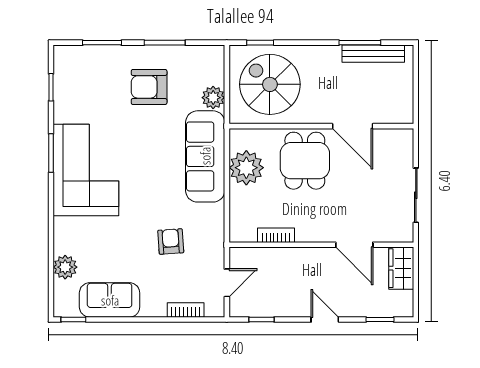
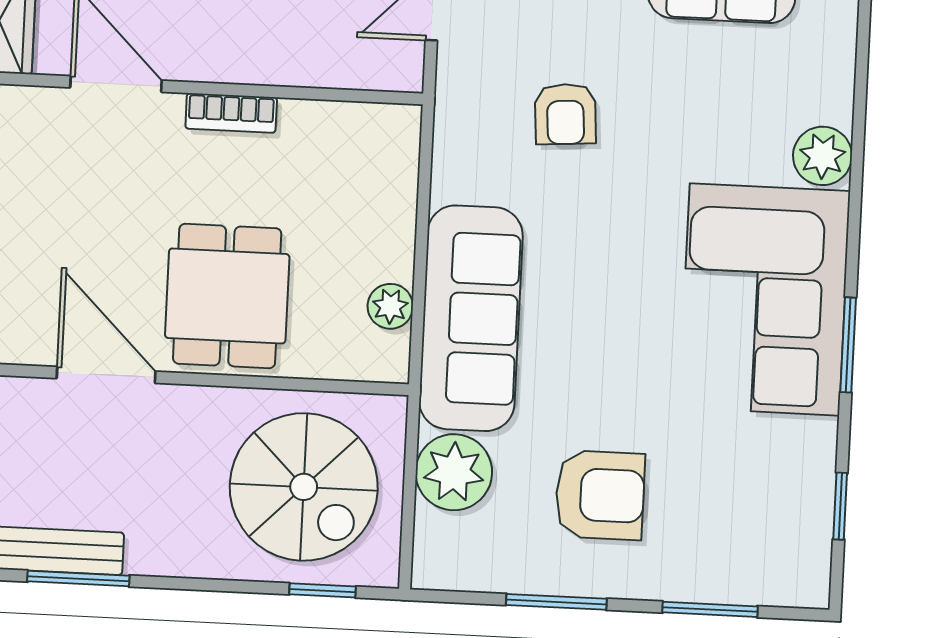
plant: (213, 98) -> (454, 472), width x1.36, depth x1.36
plant: (246, 168) -> (390, 306), width x0.53, depth x0.53
bookcase: (276, 235) -> (231, 113), moved
plant: (65, 267) -> (823, 156), moved

